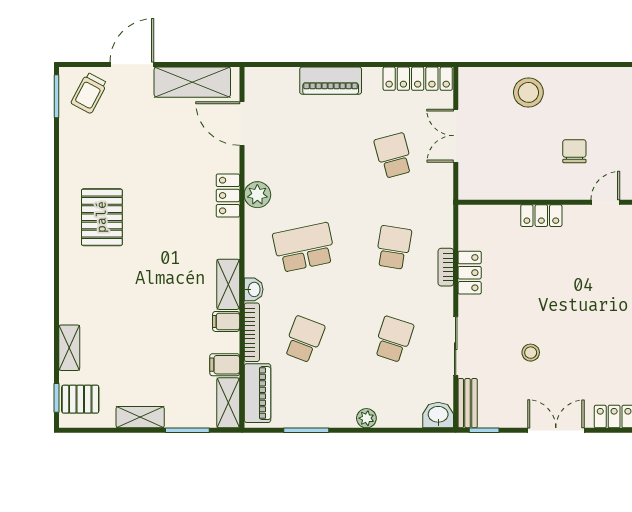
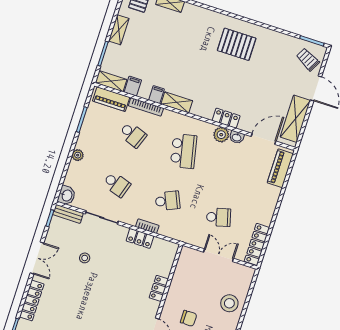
piano: (331, 81) -> (280, 168), moved
school desk: (394, 247) -> (168, 201), turned -33
washbasin: (254, 289) -> (237, 137), moved

